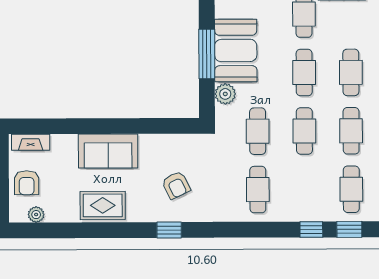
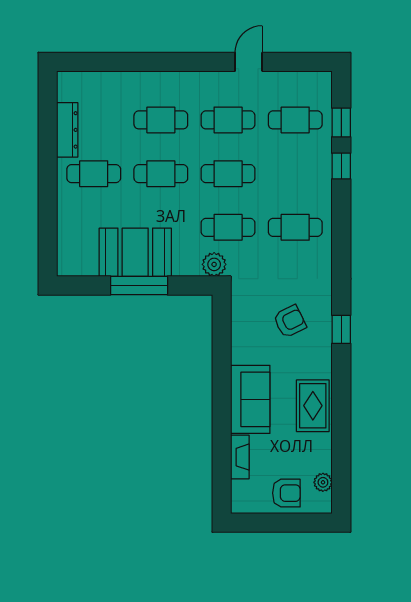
plant: (225, 94) -> (214, 264), moved
fireplace: (31, 142) -> (240, 457), moved

